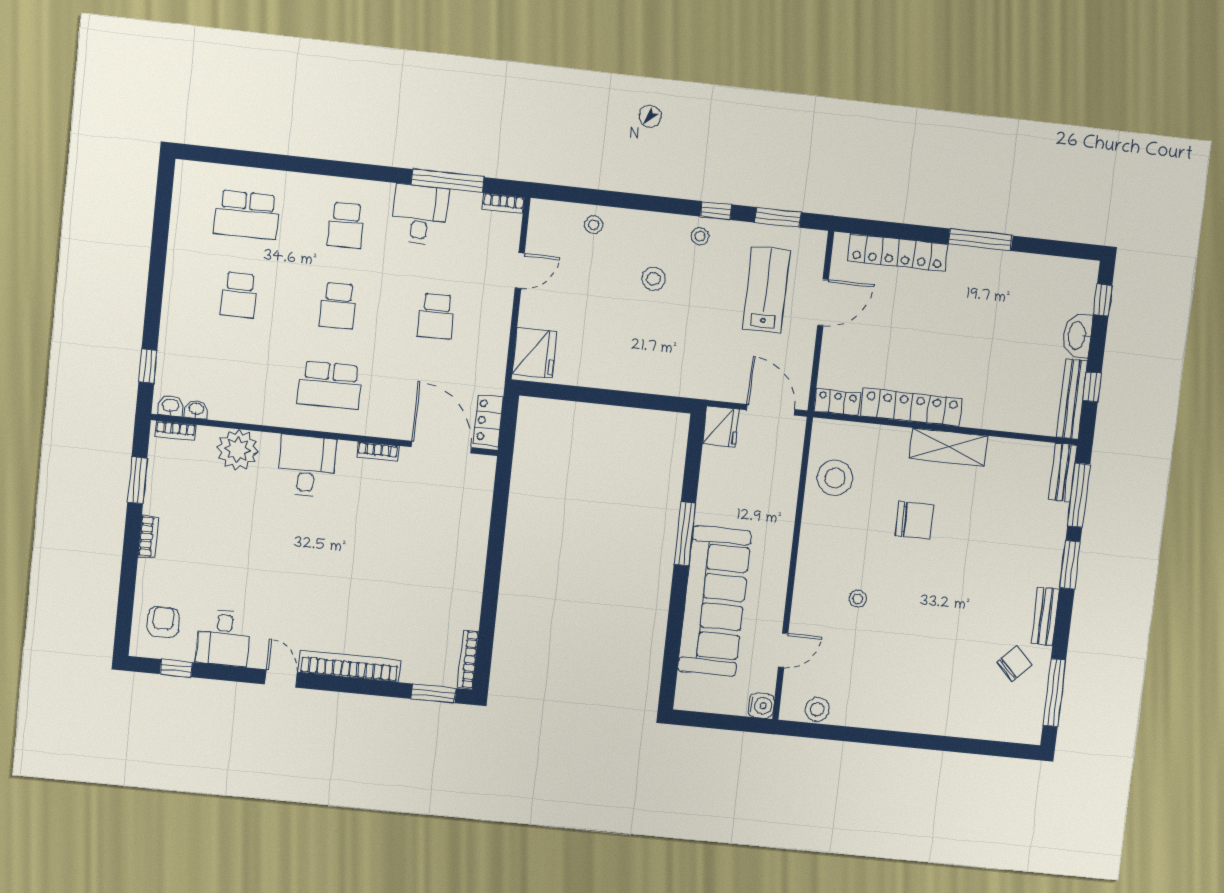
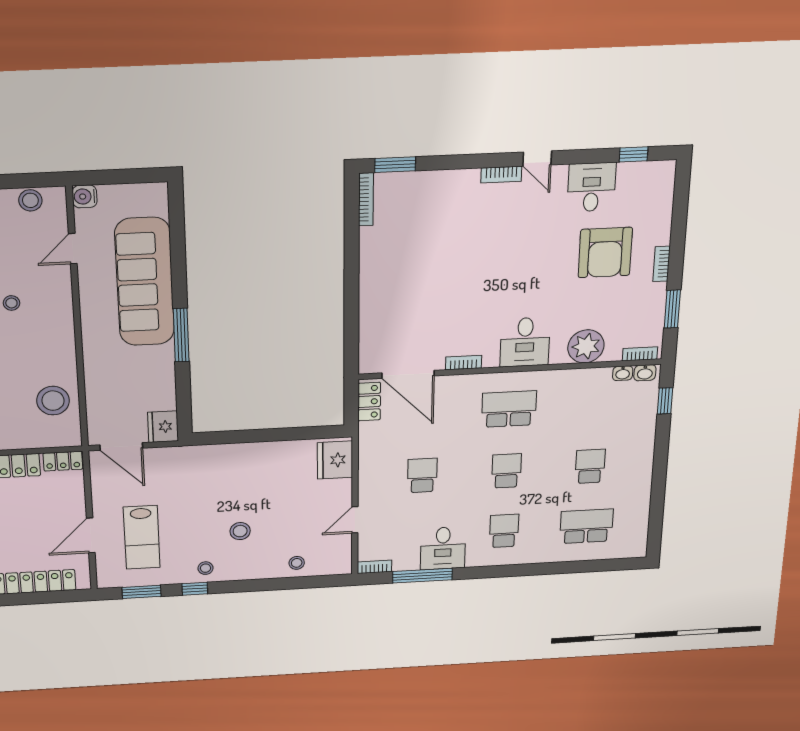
armchair: (163, 622) -> (605, 252), moved, width x1.88, depth x1.88
bookcase: (350, 666) -> (501, 175), width x0.43, depth x0.76

